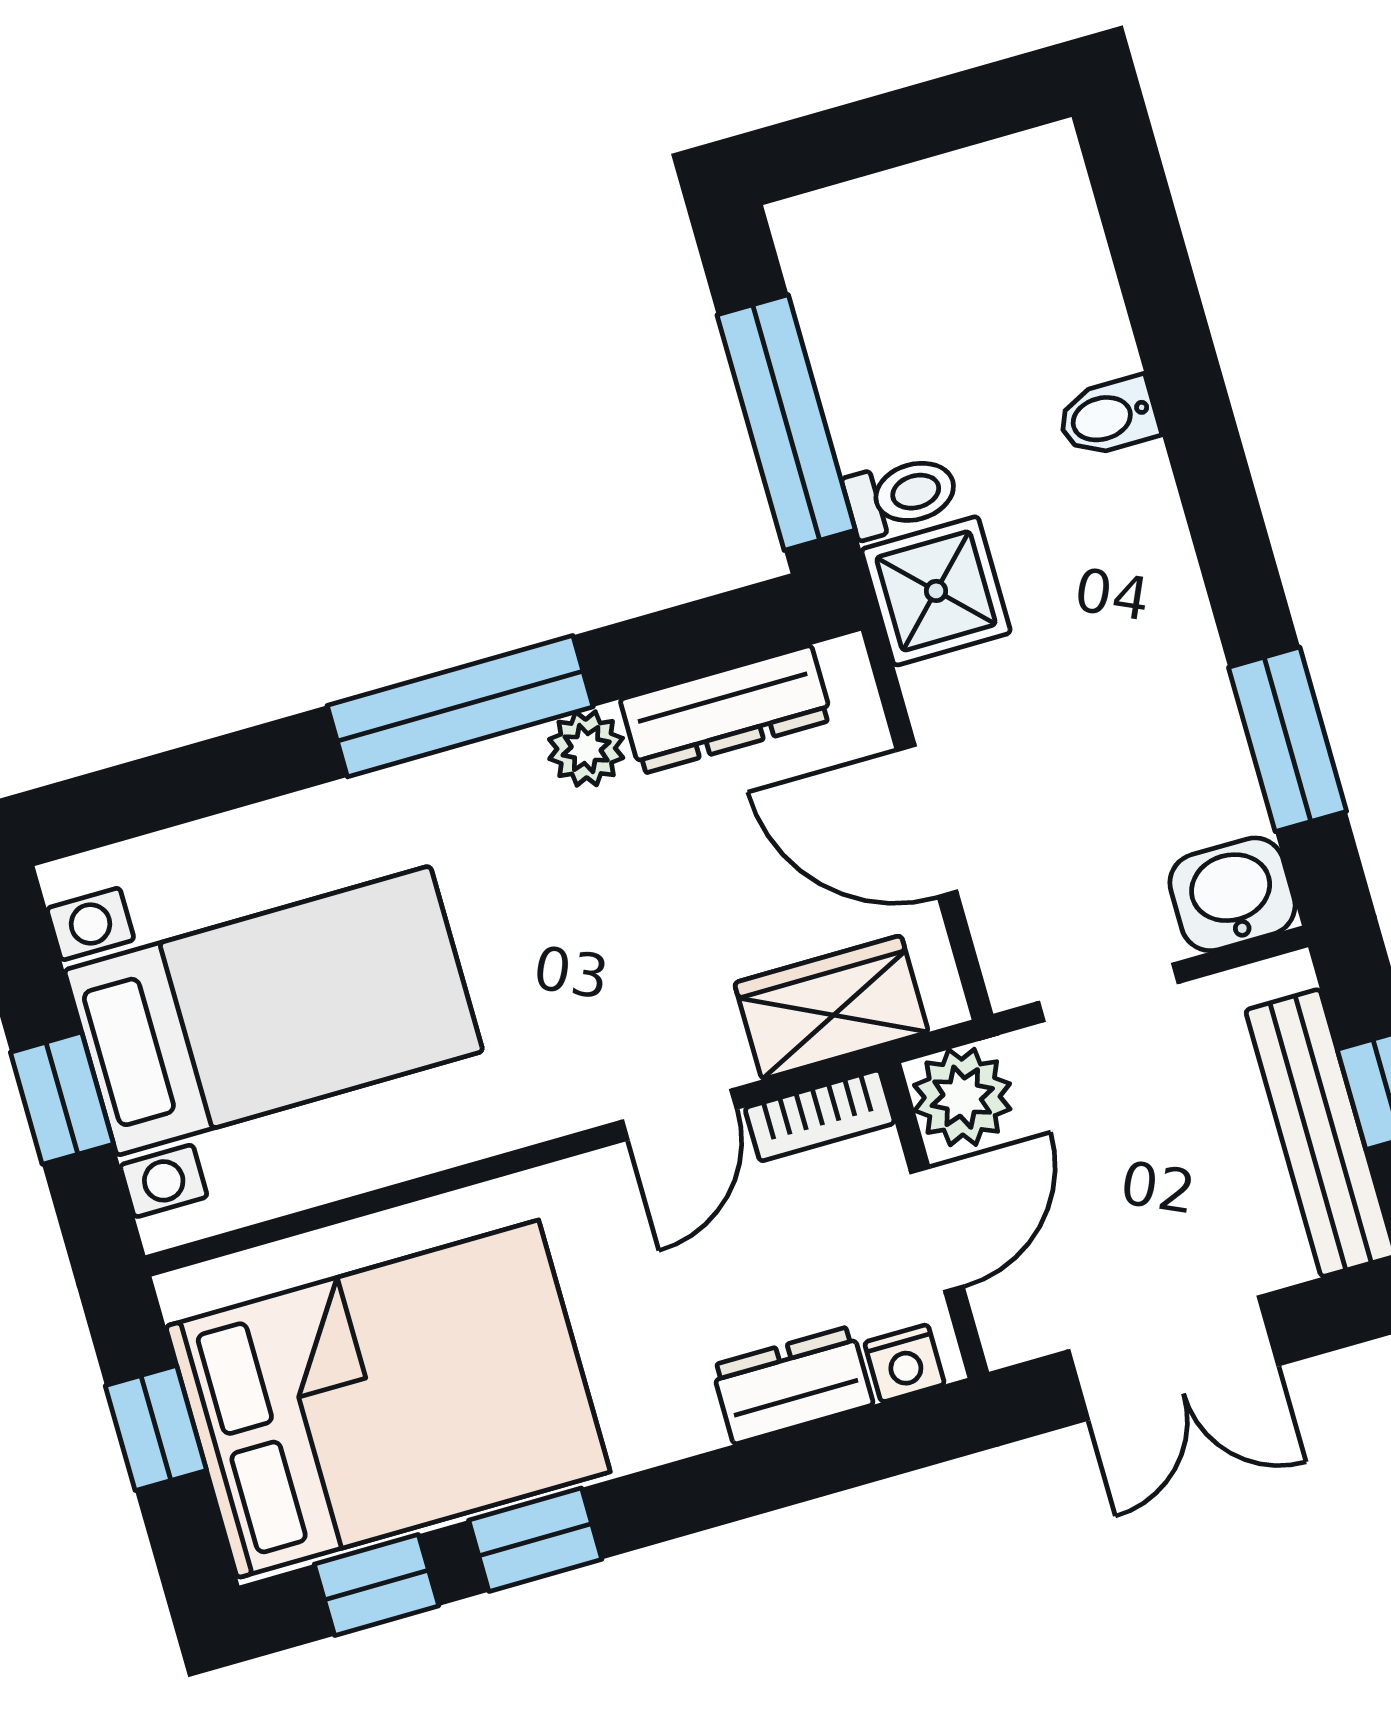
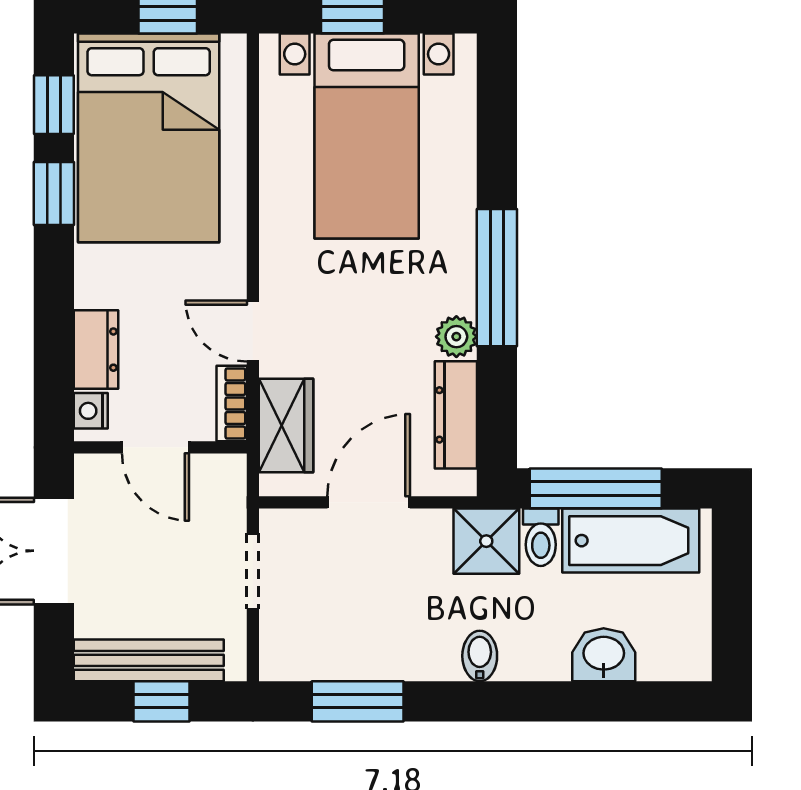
bathtub: (862, 333) -> (631, 541), added
bidet: (1108, 417) -> (480, 656), moved
washbasin: (1232, 894) -> (604, 655), moved, turned -90
plant: (962, 1097) -> (220, 480), removed

